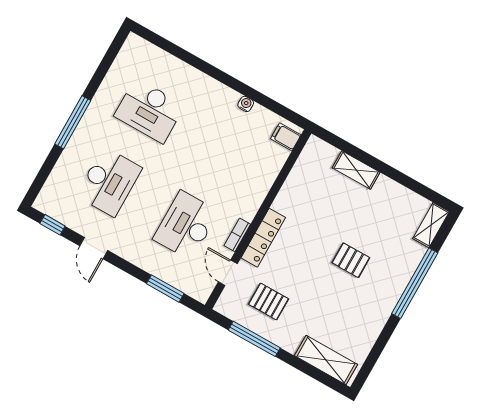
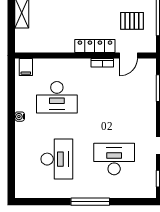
water cooler: (246, 104) -> (20, 117), moved
desk: (186, 225) -> (57, 97), moved
pallet: (268, 301) -> (132, 21), turned 90

